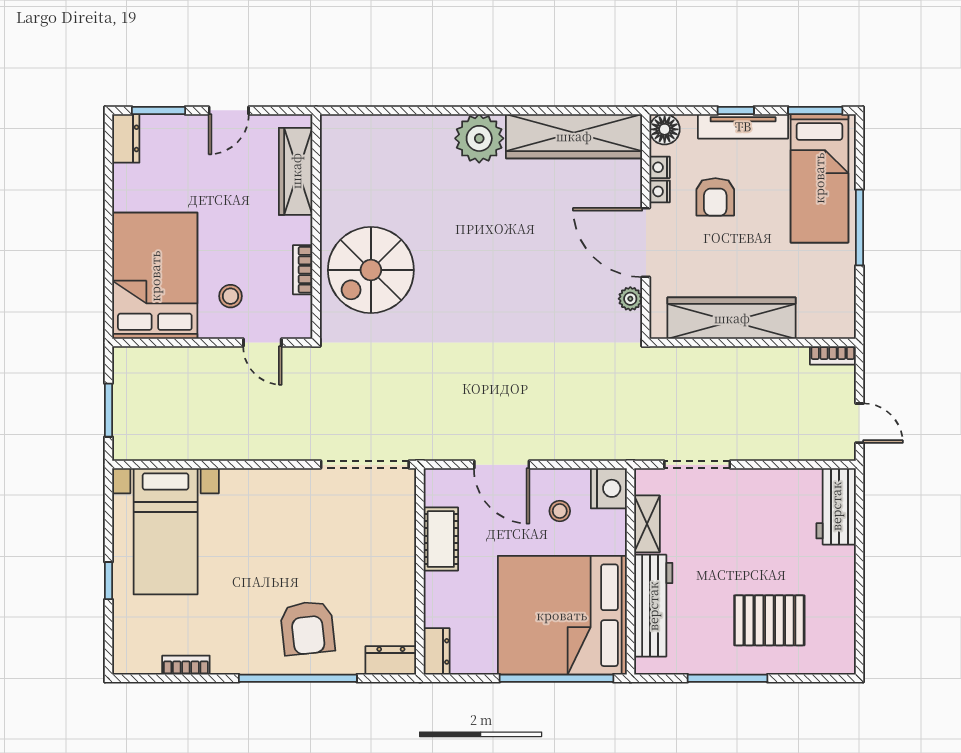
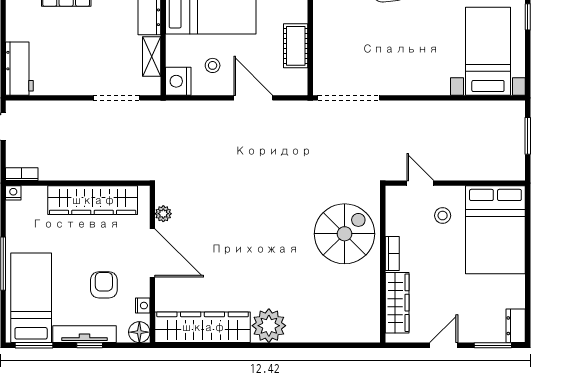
nightstand: (660, 191) -> (13, 193), moved, turned -90
bookcase: (303, 270) -> (392, 253), moved

